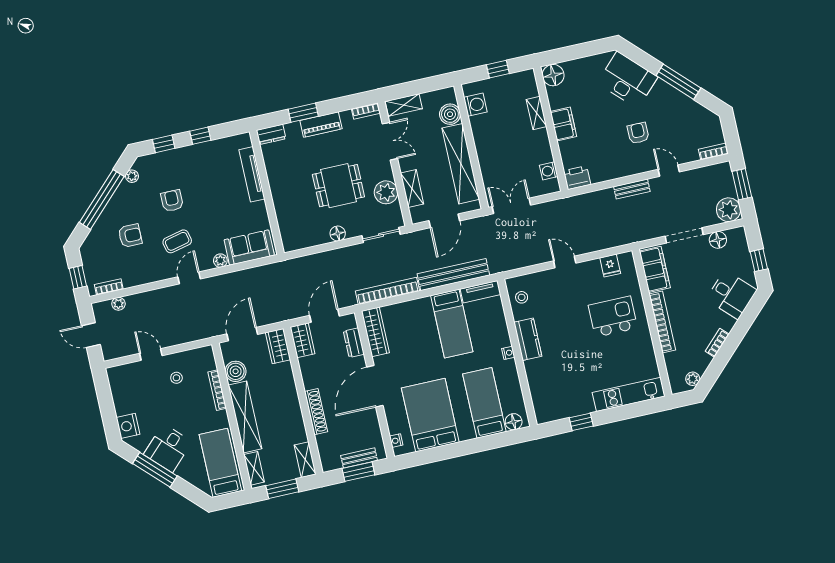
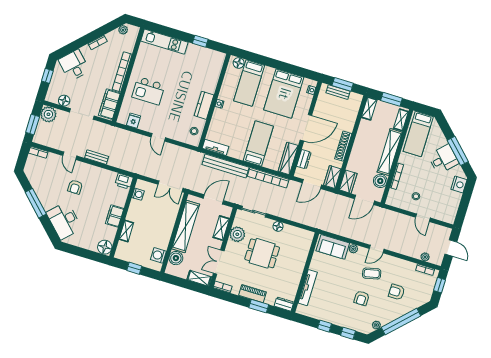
bed: (452, 324) -> (258, 143), moved
shoe rack: (316, 412) -> (343, 146), moved

